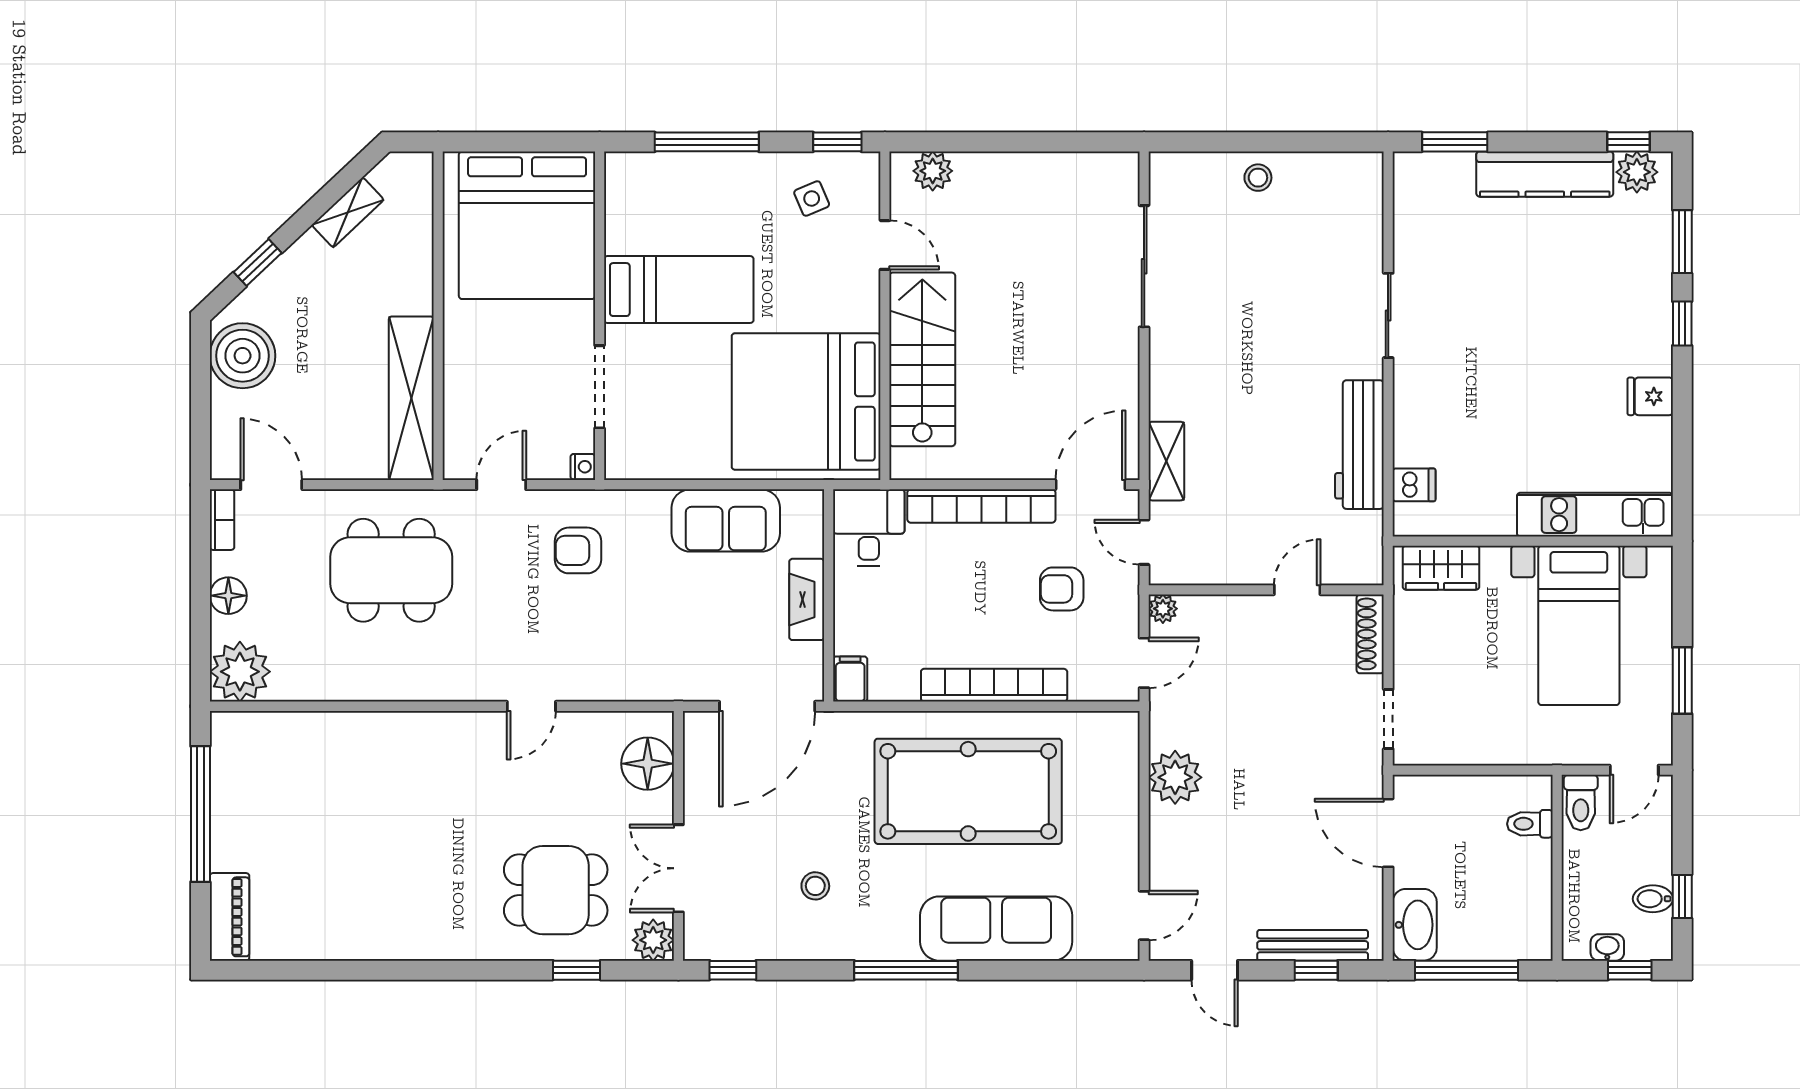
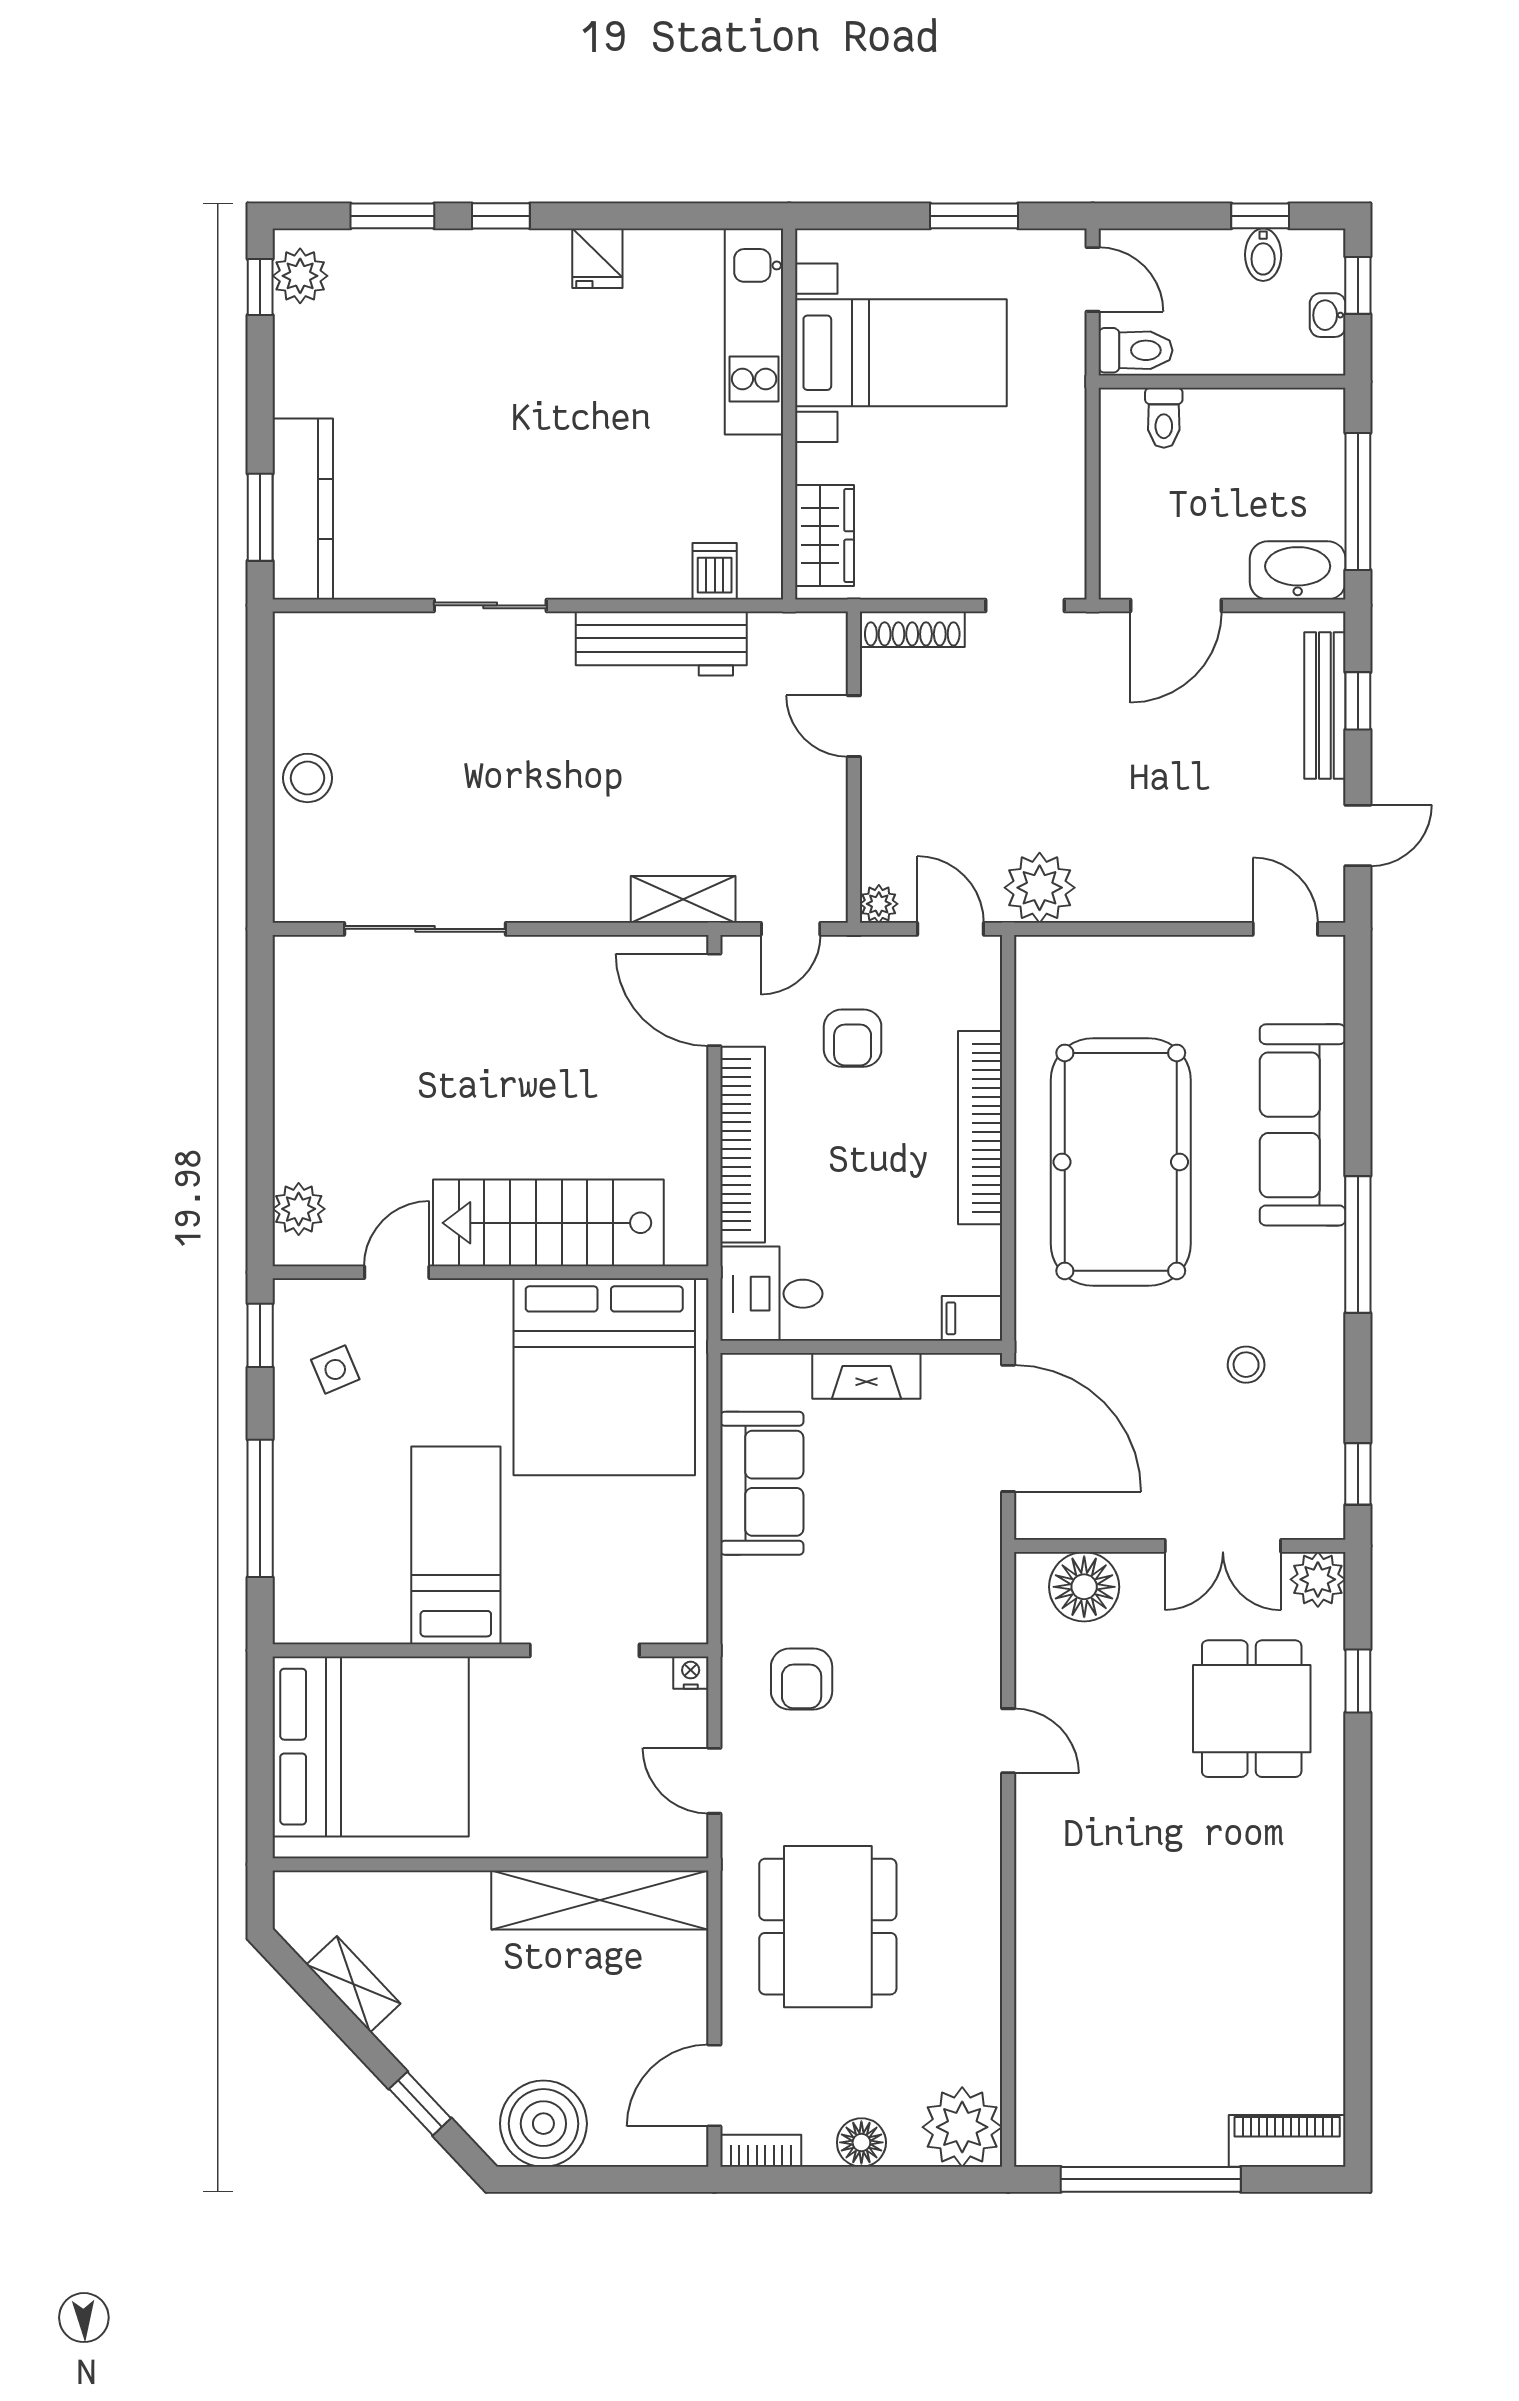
kitchen counter: (1545, 174) -> (303, 509), moved
stool: (1258, 178) -> (307, 778), width x1.37, depth x1.37
plant: (1175, 777) -> (1040, 888), moved

